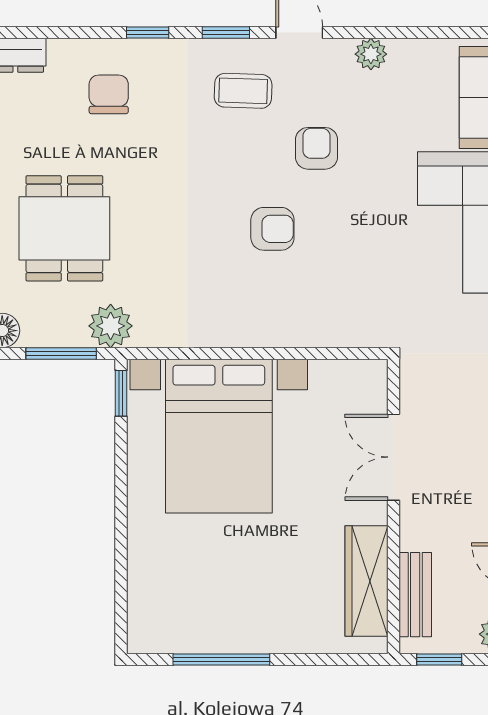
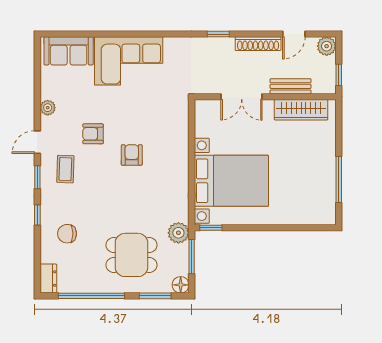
bench: (415, 595) -> (291, 86), moved

